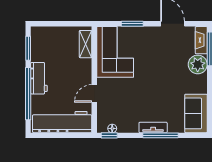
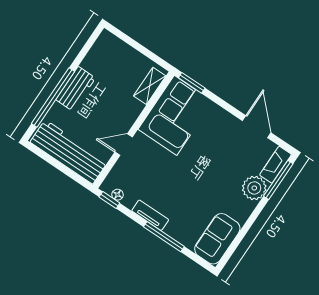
window: (132, 24) -> (192, 83), moved
window: (28, 48) -> (86, 49), removed
tv unit: (153, 127) -> (150, 215), moved

